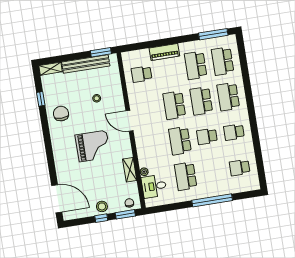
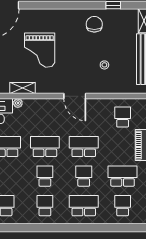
school desk: (223, 61) -> (123, 206), width x0.54
school desk: (201, 101) -> (84, 176), width x0.54
chair: (61, 114) -> (94, 24), turned -90
door: (129, 121) -> (75, 96), swing flipped
grand piano: (93, 146) -> (40, 50), moved

